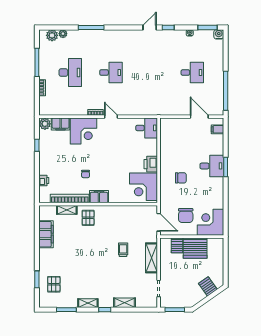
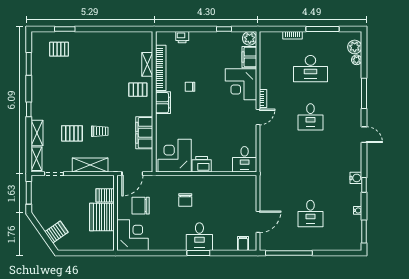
door: (150, 27) -> (364, 135), moved
water cooler: (219, 34) -> (356, 178), moved
filing cabinet: (46, 234) -> (144, 133), moved, turned 90
pallet: (125, 273) -> (72, 133), added
shelving: (88, 303) -> (37, 159), moved

